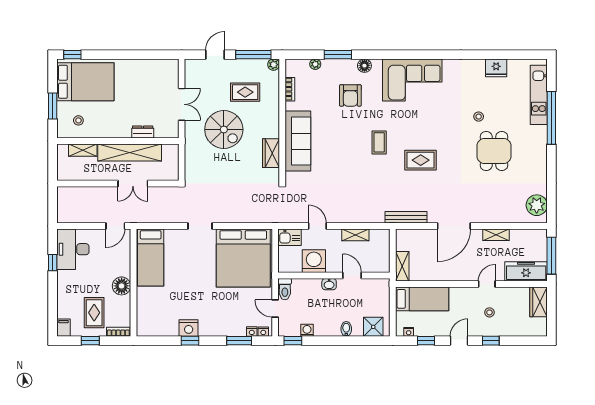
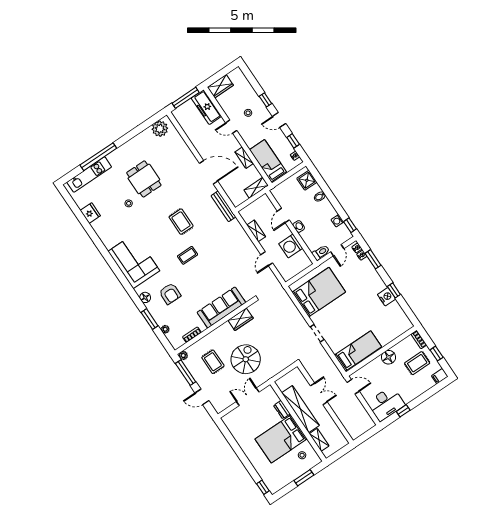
bed: (85, 82) -> (281, 439), moved, turned -90
armchair: (350, 95) -> (170, 294), turned 91
dining table: (494, 151) -> (144, 179), turned 90
shelving: (496, 235) -> (244, 158), moved
kitchen sink: (290, 237) -> (286, 272), removed
bed: (243, 258) -> (319, 292), width x0.73

